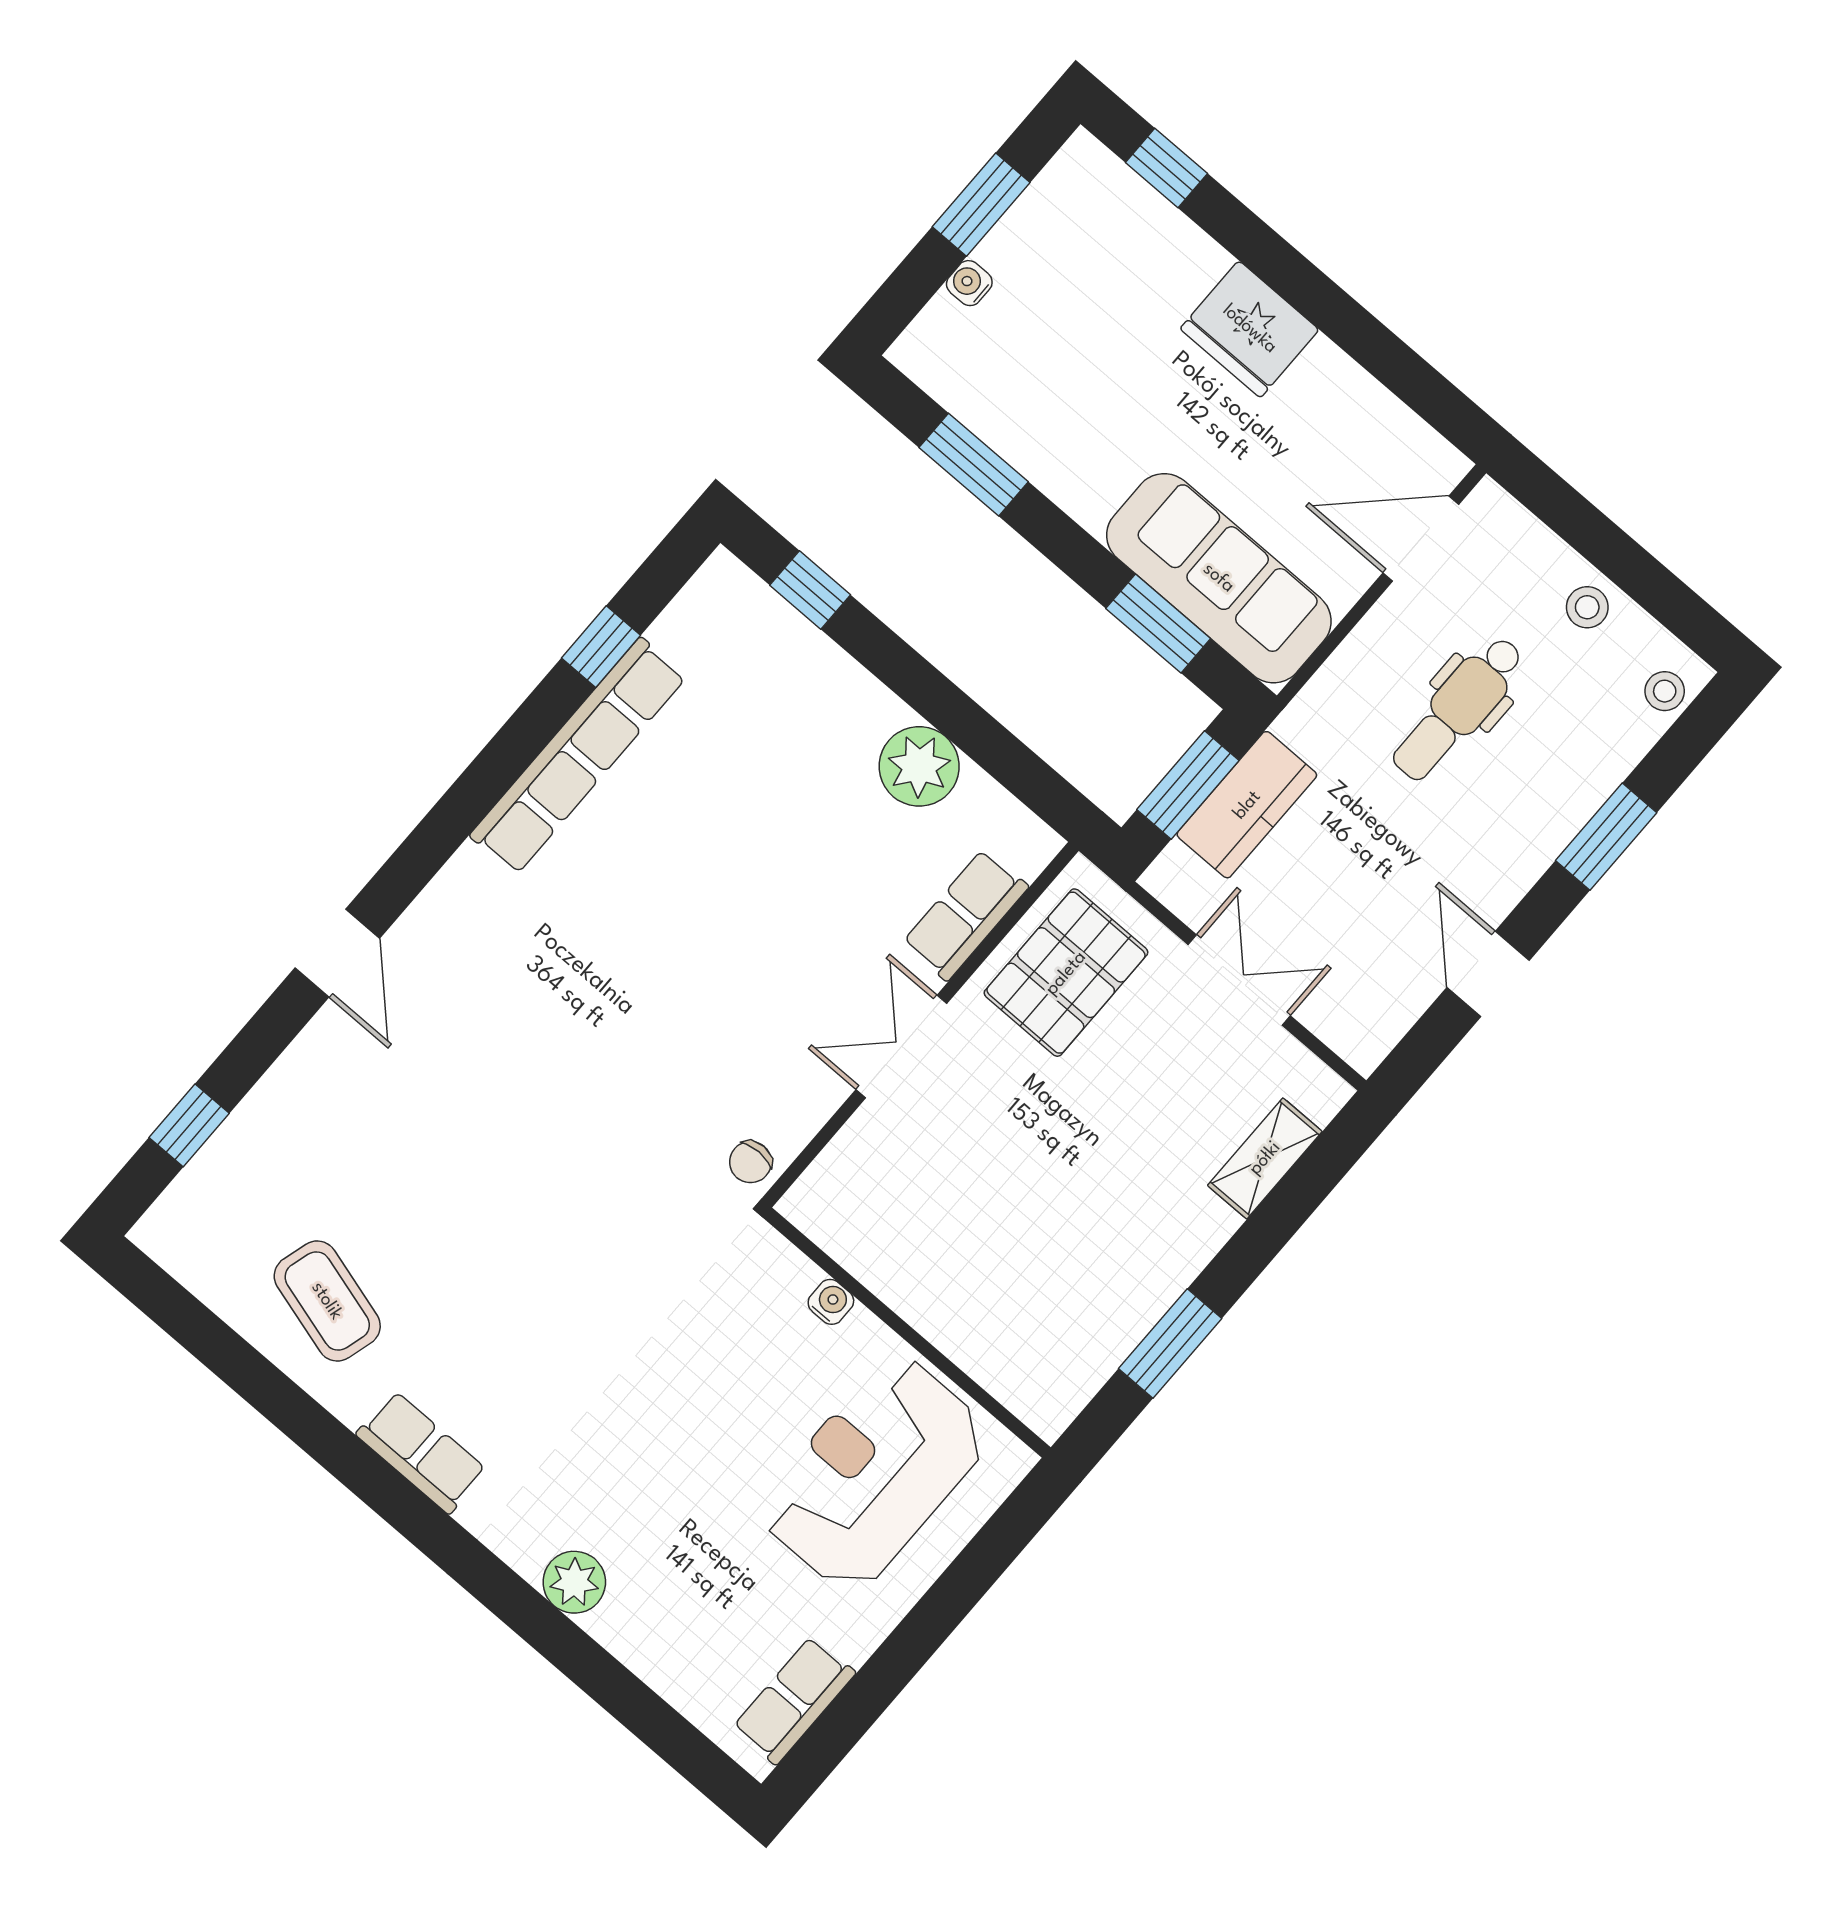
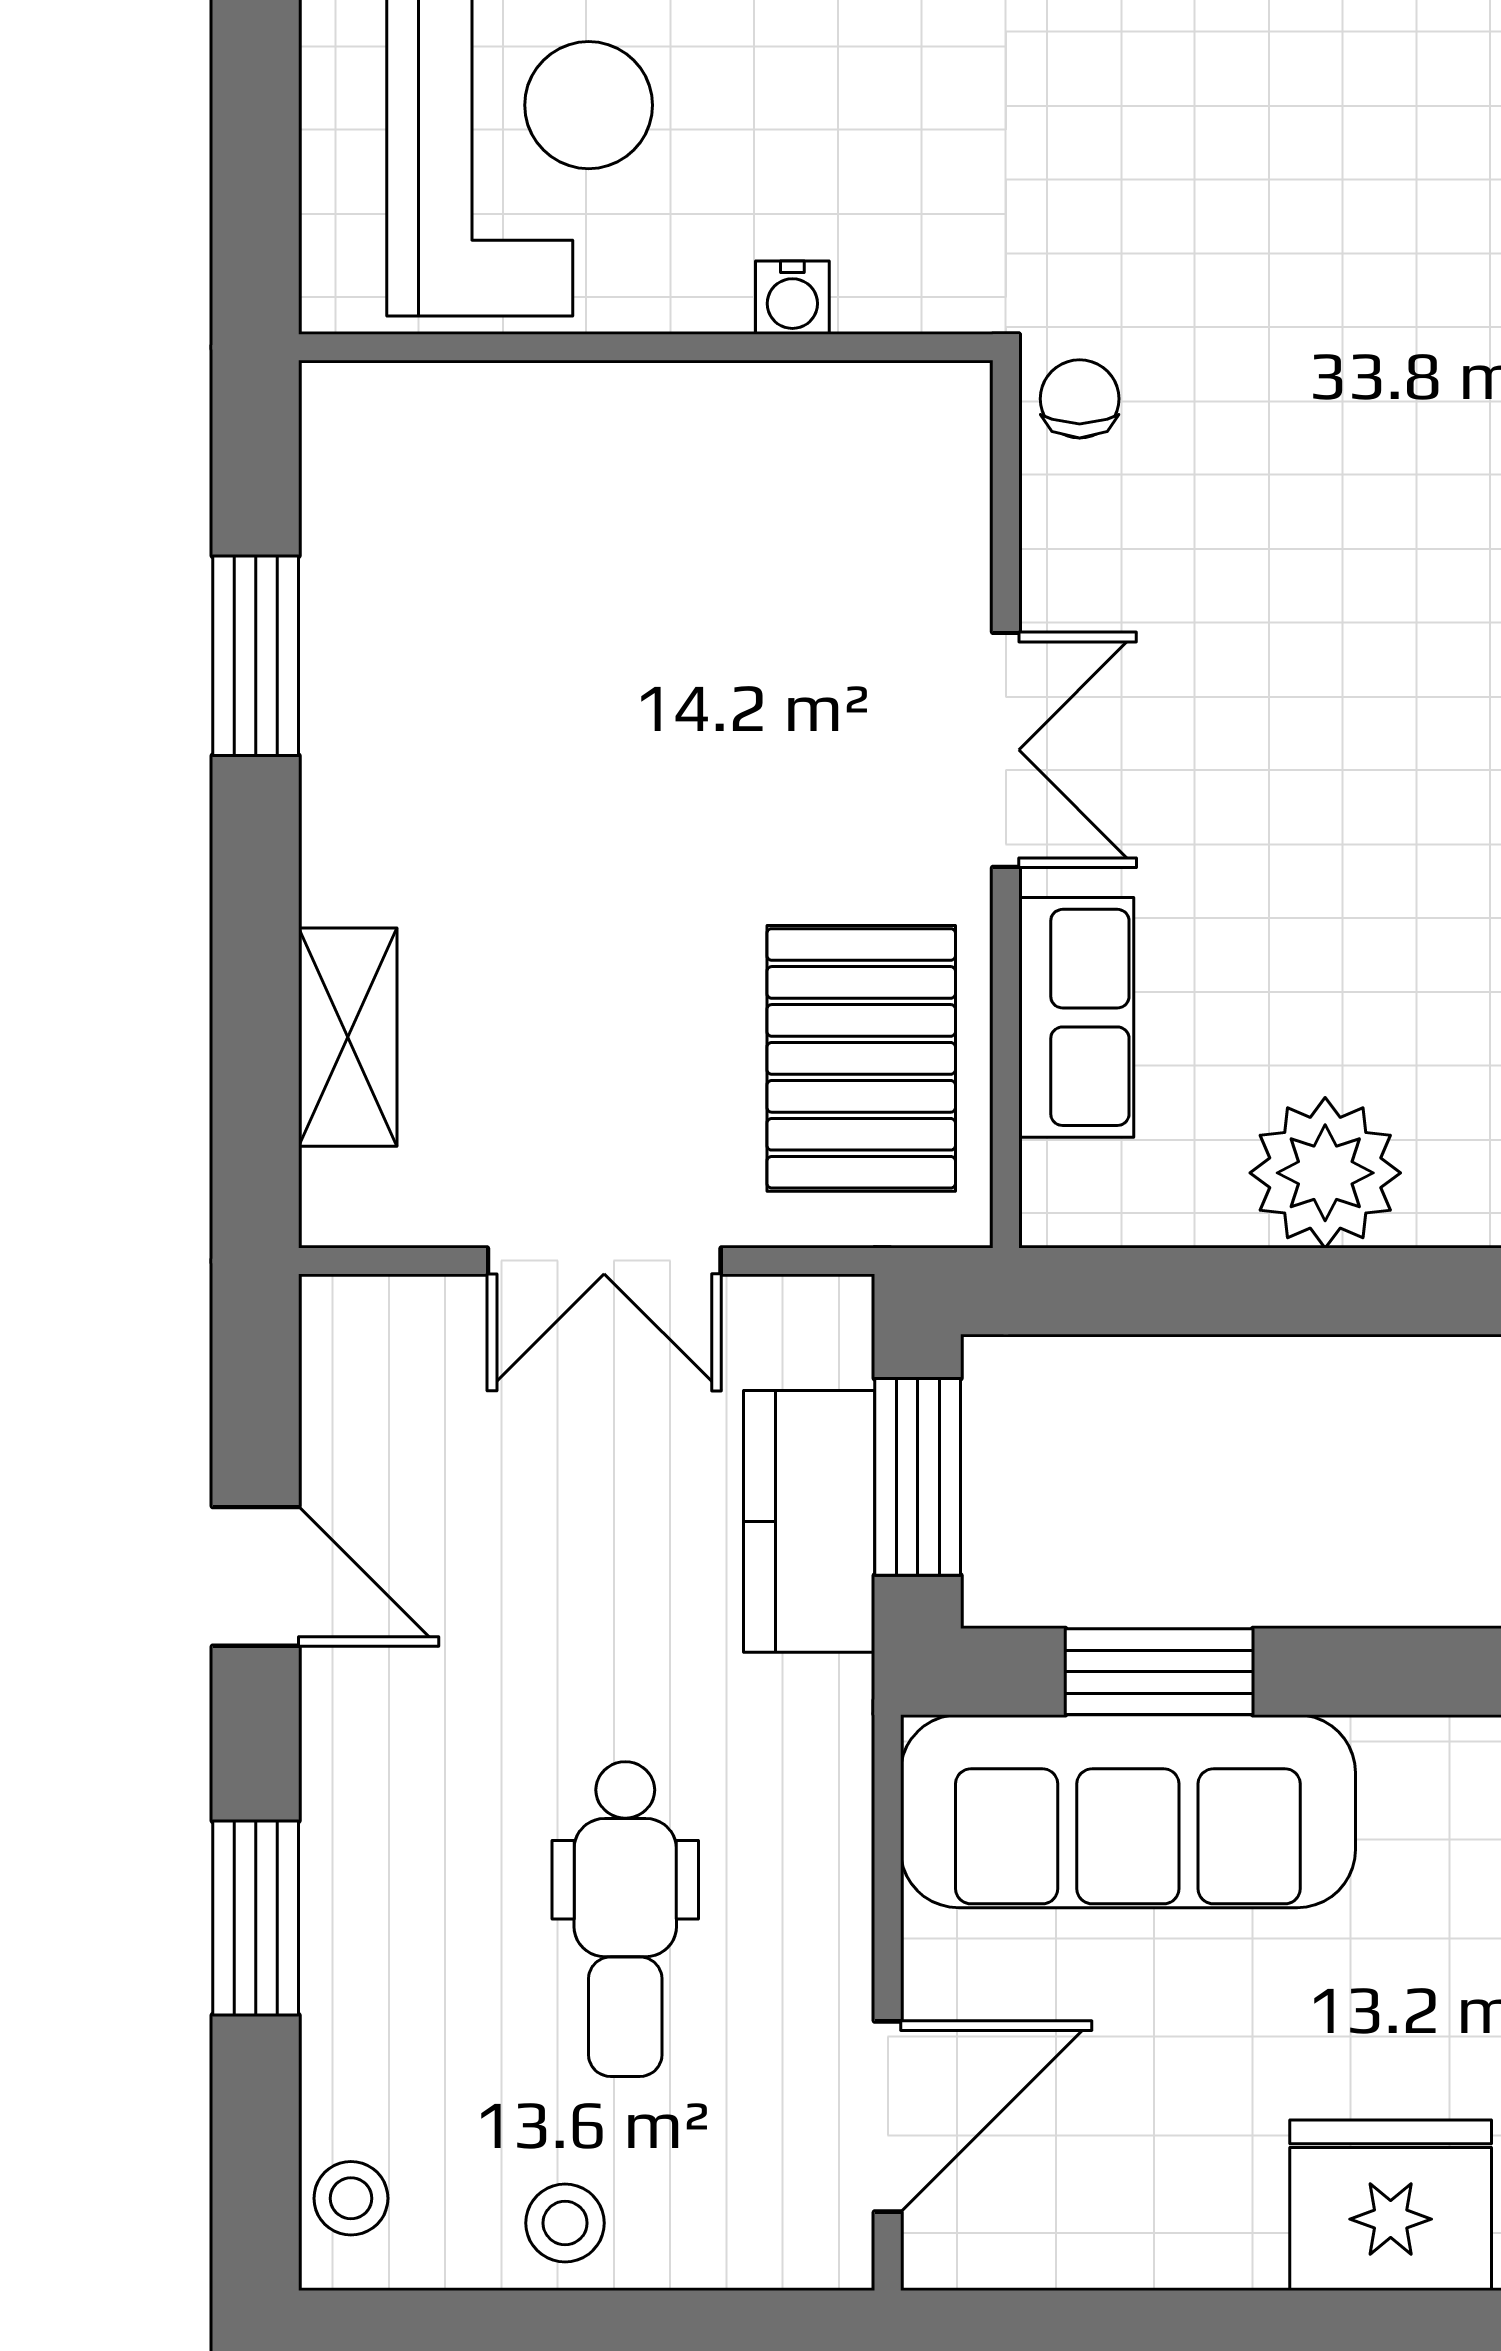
dental chair: (1458, 708) -> (625, 1919), turned 180

